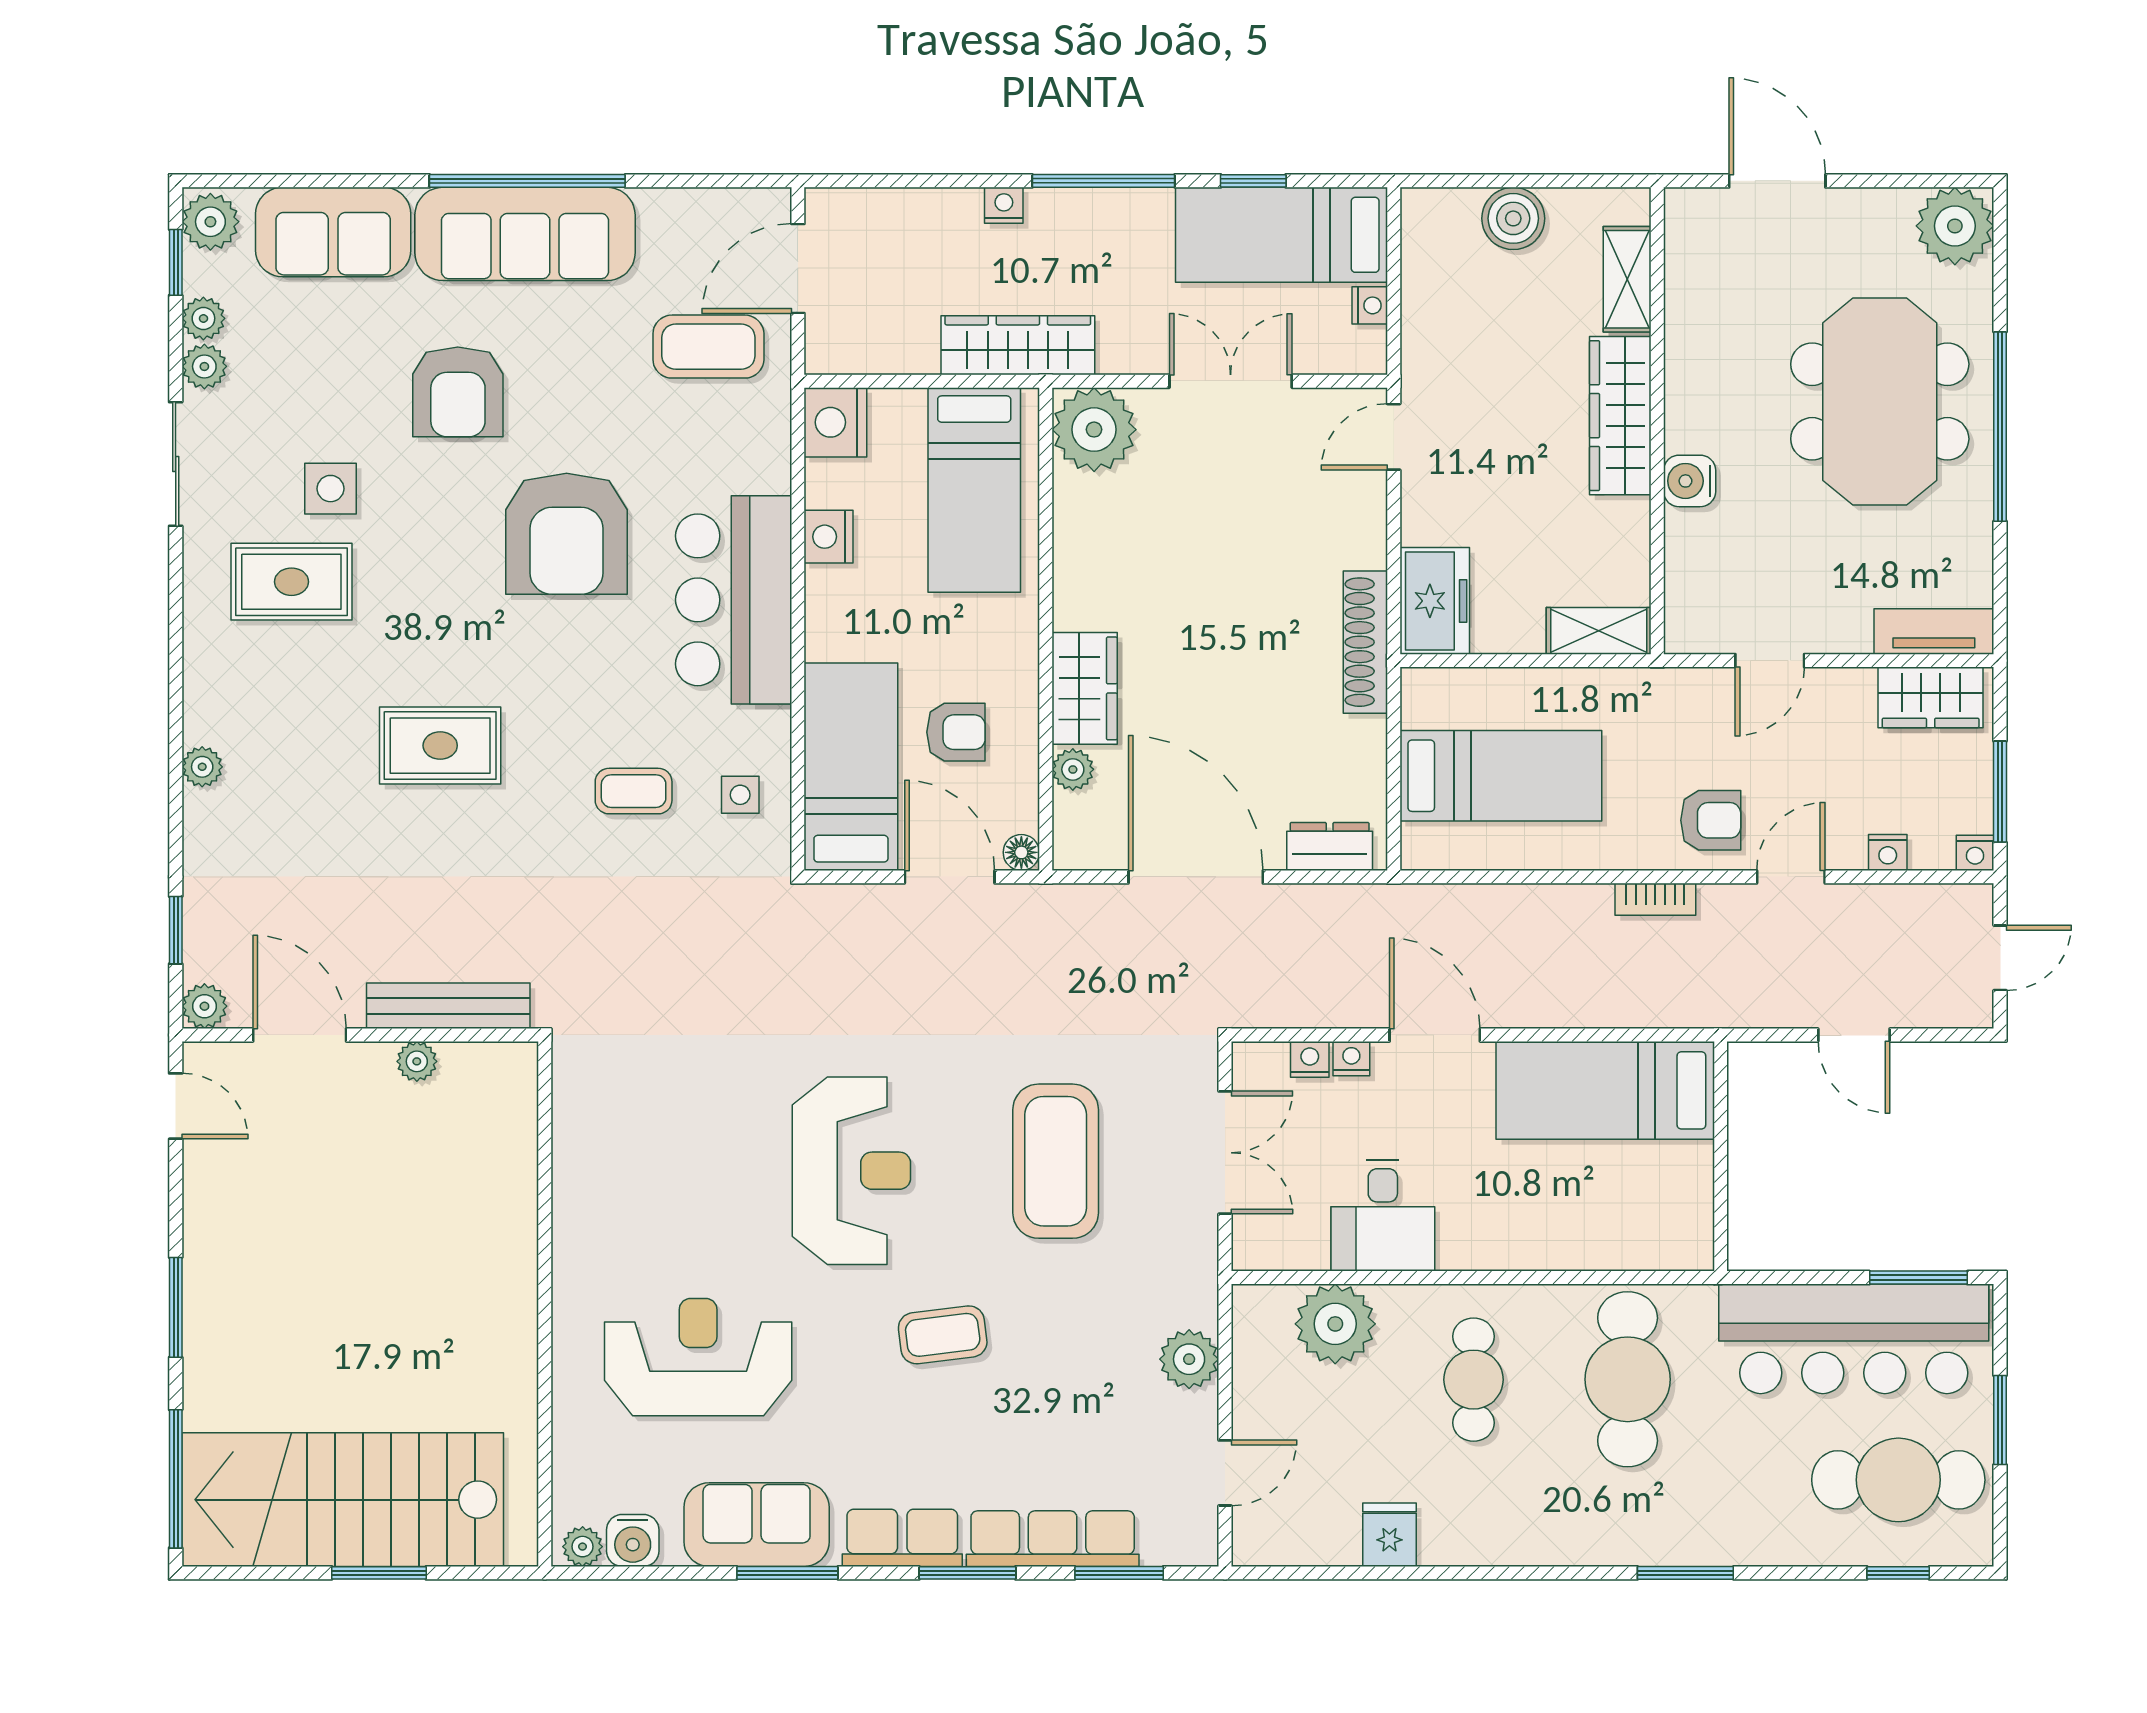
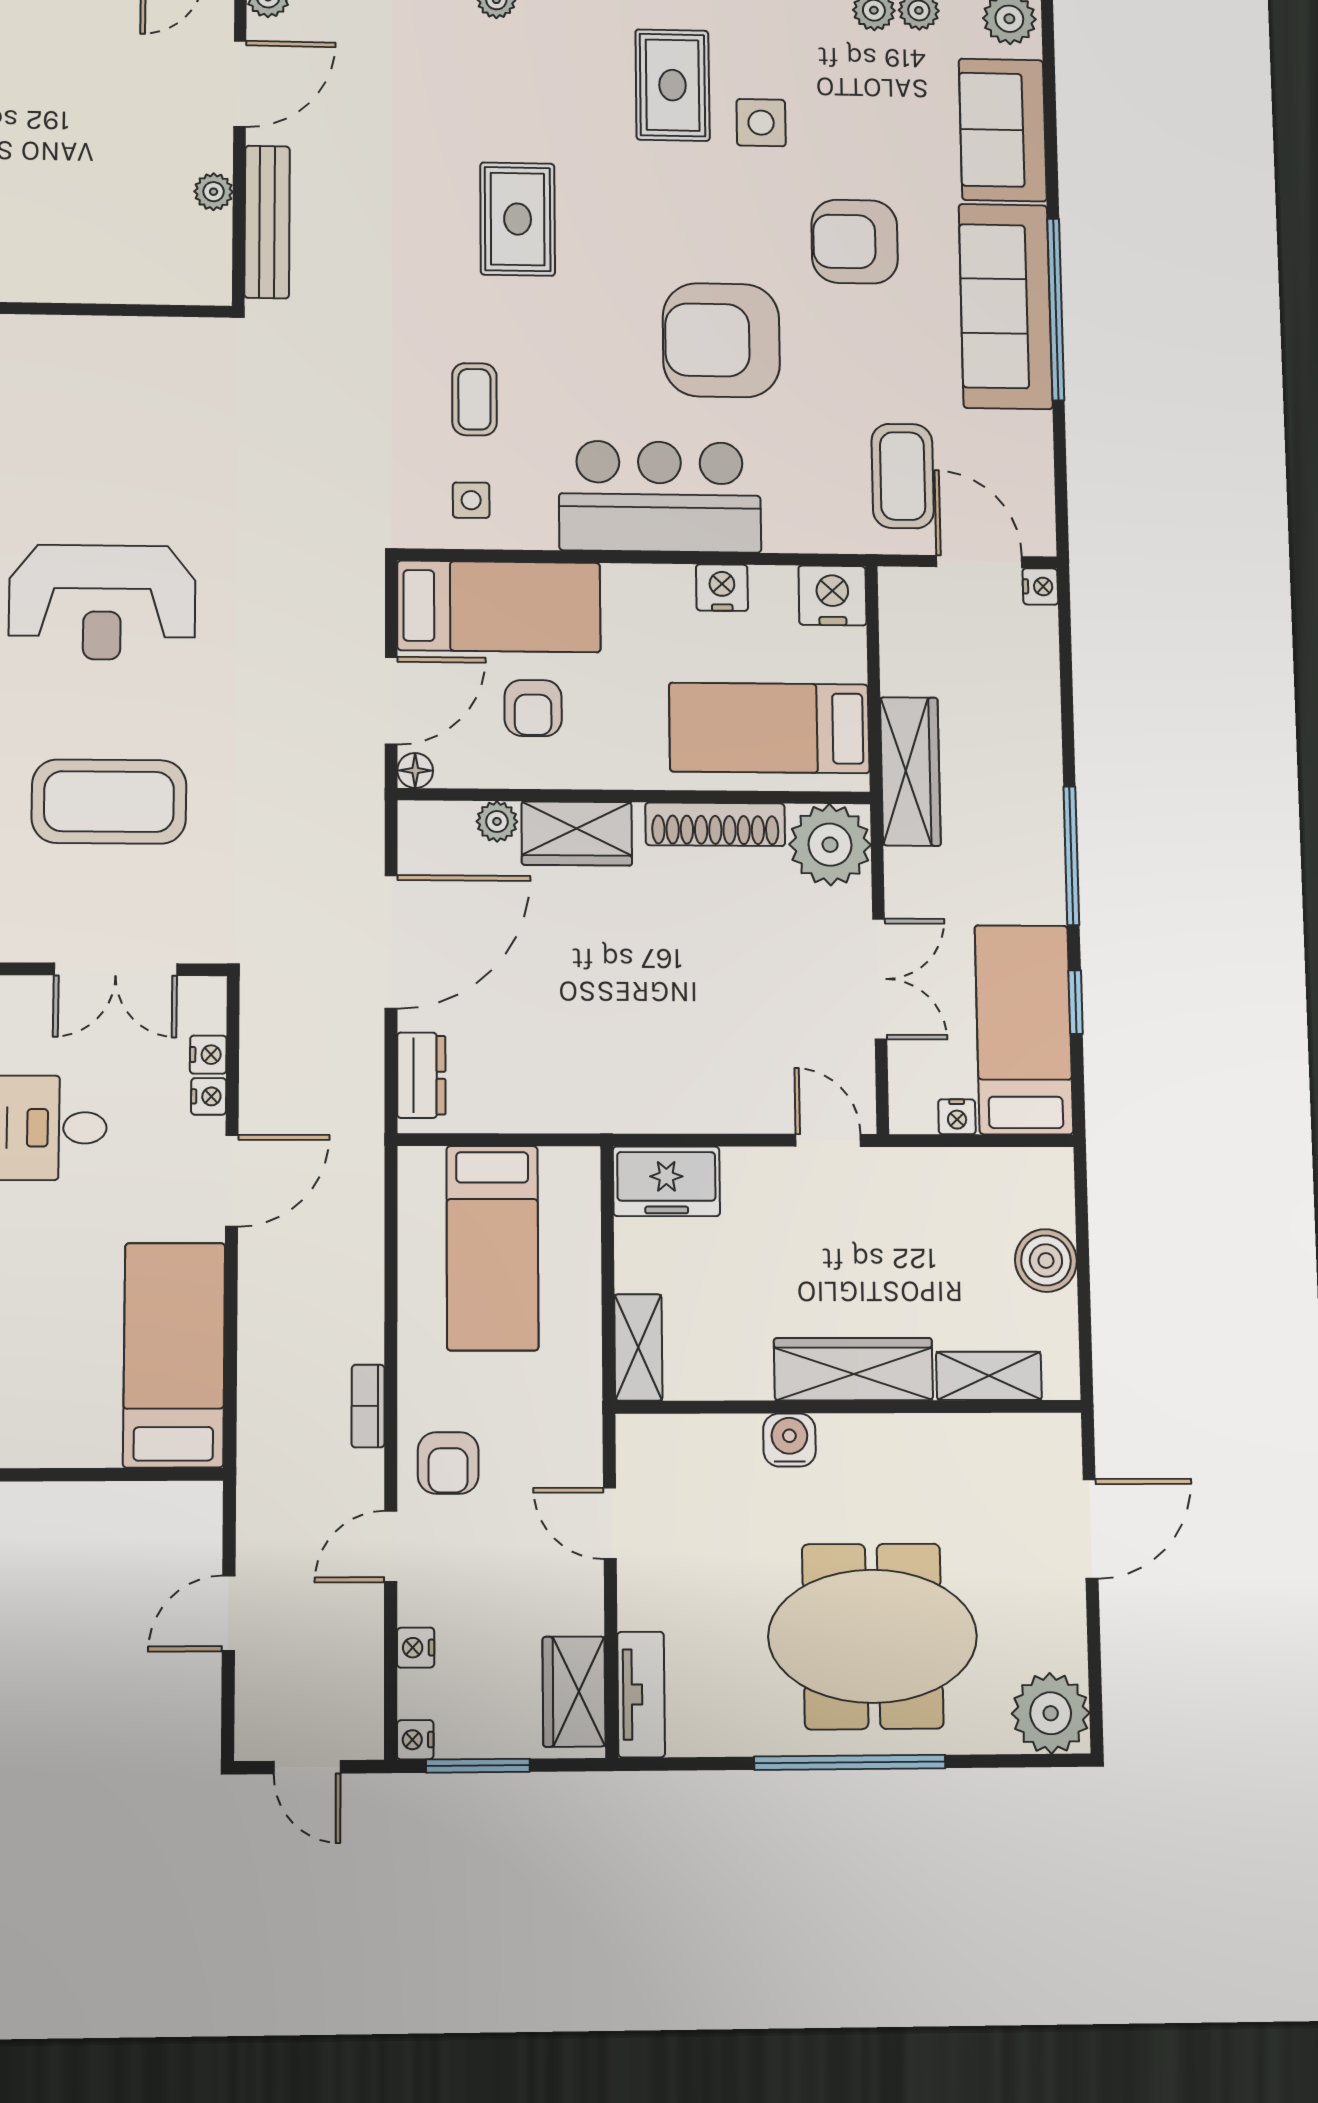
nightstand: (1004, 205) -> (1040, 586), moved
shoe rack: (1365, 642) -> (715, 824), moved, turned 180
door: (1791, 877) -> (391, 1546), swing flipped

